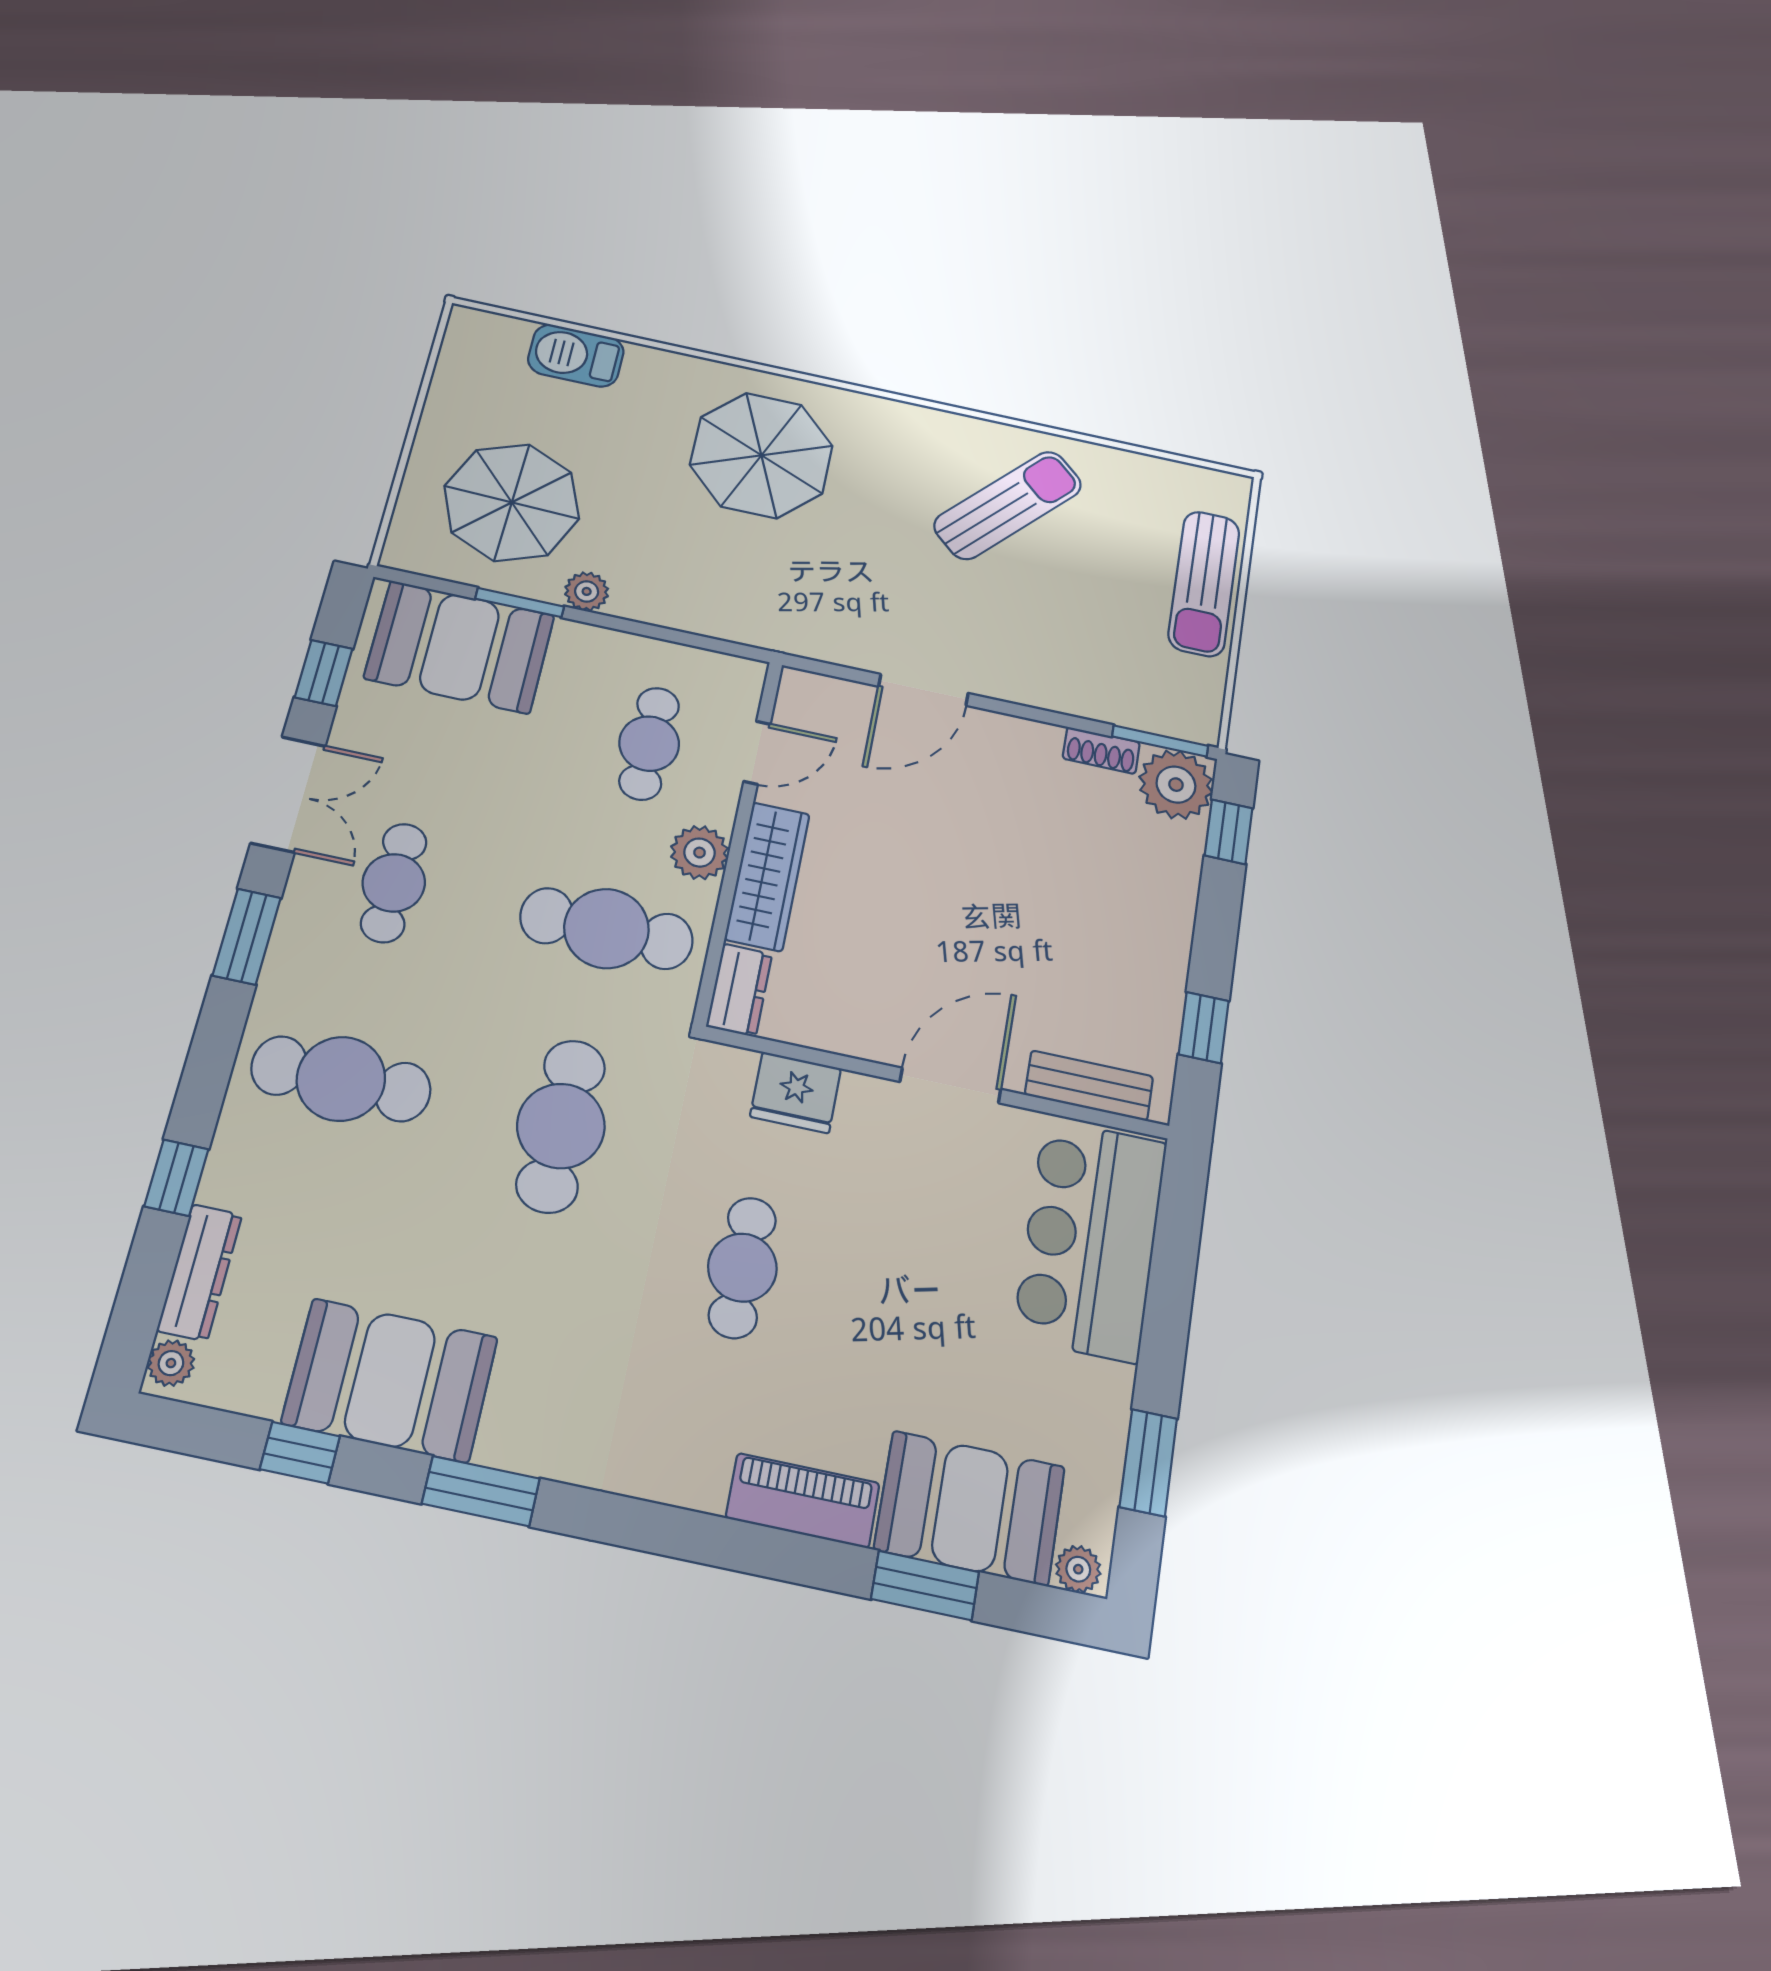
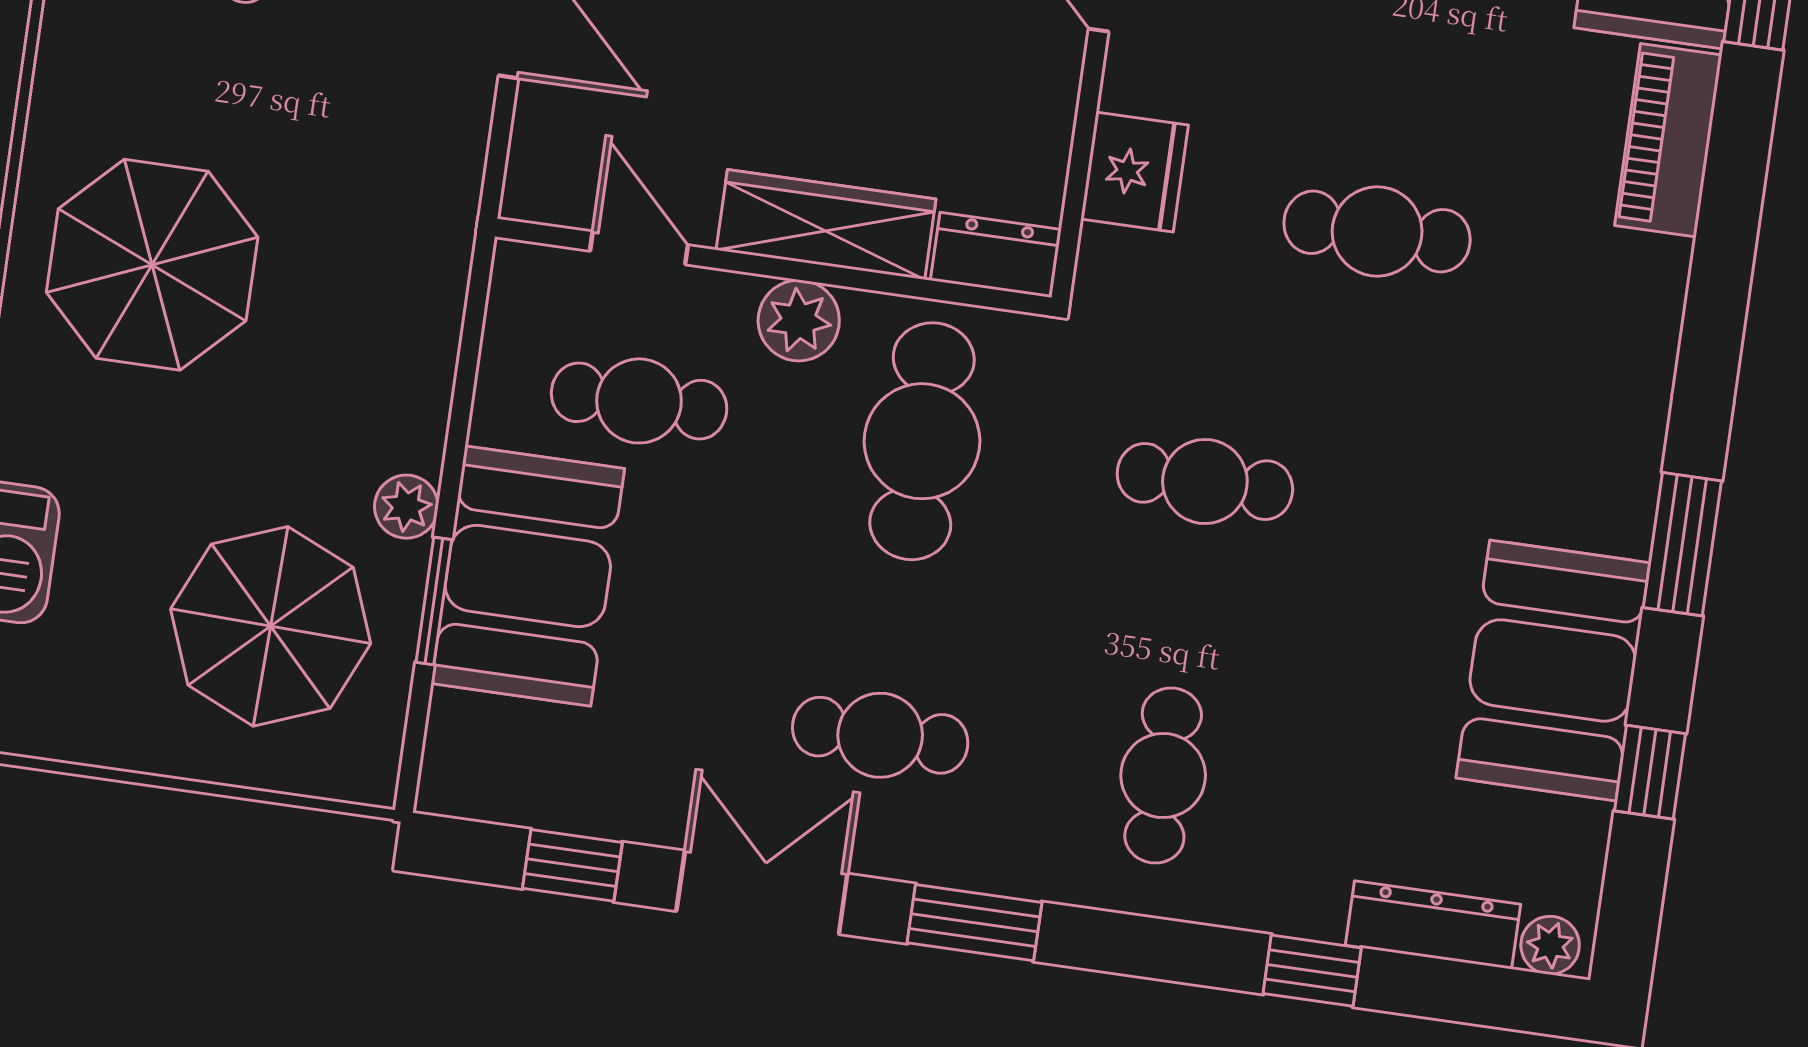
booth: (460, 647) -> (528, 576), moved
cafe table: (341, 1079) -> (1163, 775), width x0.73, depth x0.74
cafe table: (561, 1126) -> (1205, 482), width x0.73, depth x0.74

